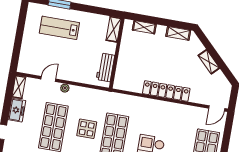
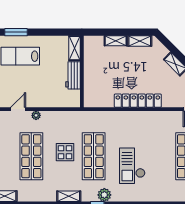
shelving: (144, 27) -> (116, 41), moved
workbench: (105, 67) -> (73, 75), moved

